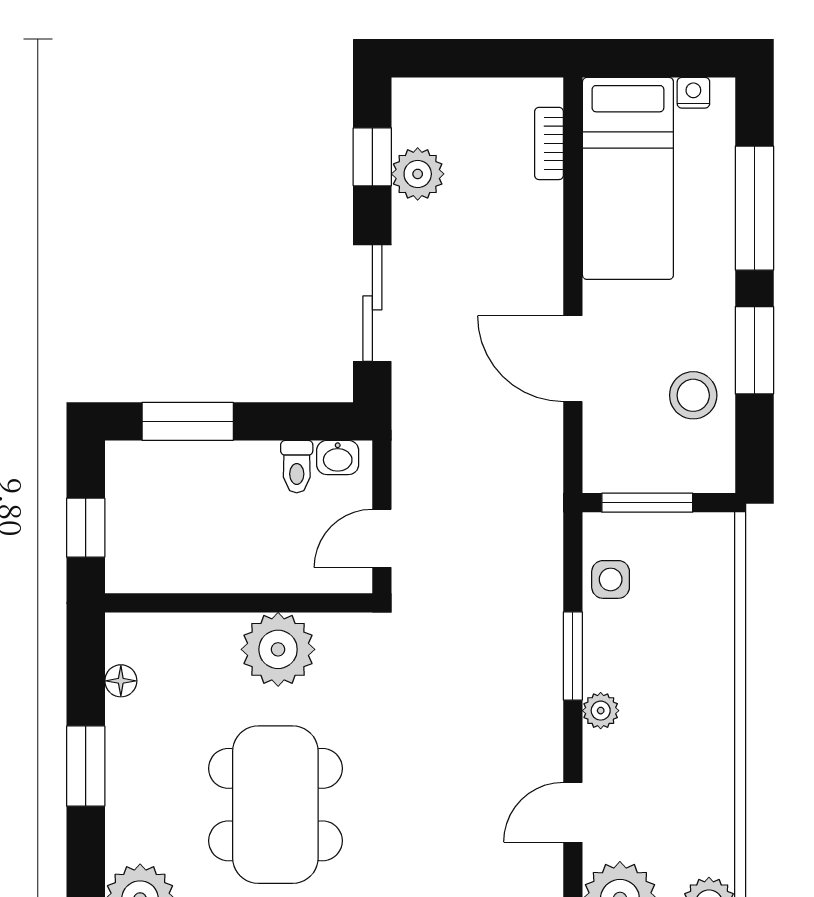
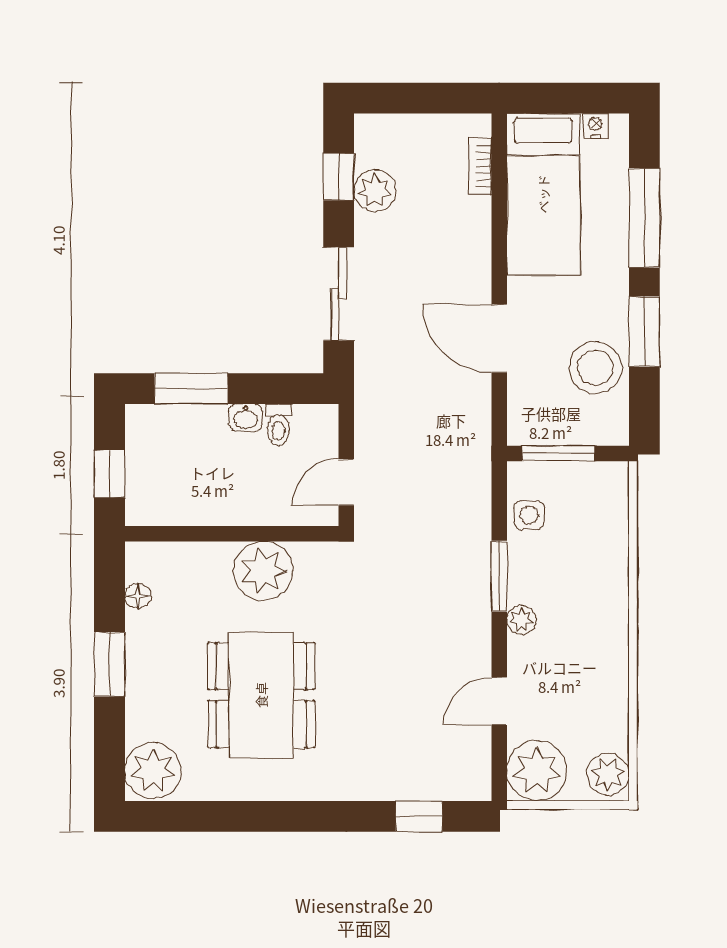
stool: (693, 395) -> (595, 368), width x1.38, depth x1.38
washbasin: (338, 458) -> (246, 417), moved

